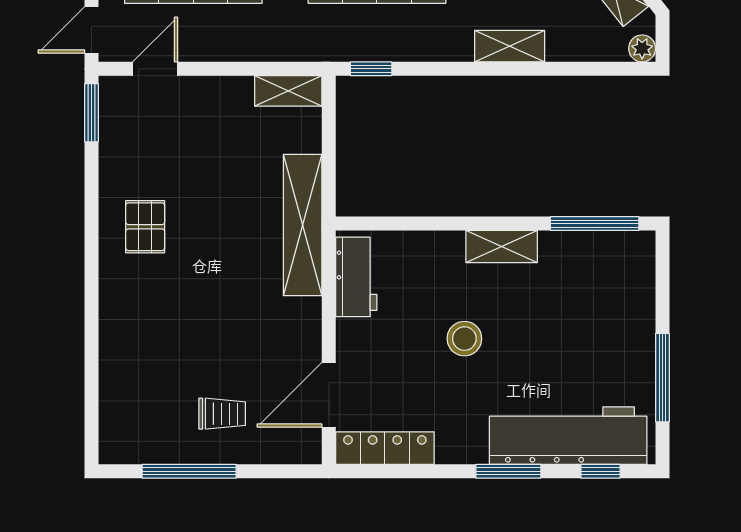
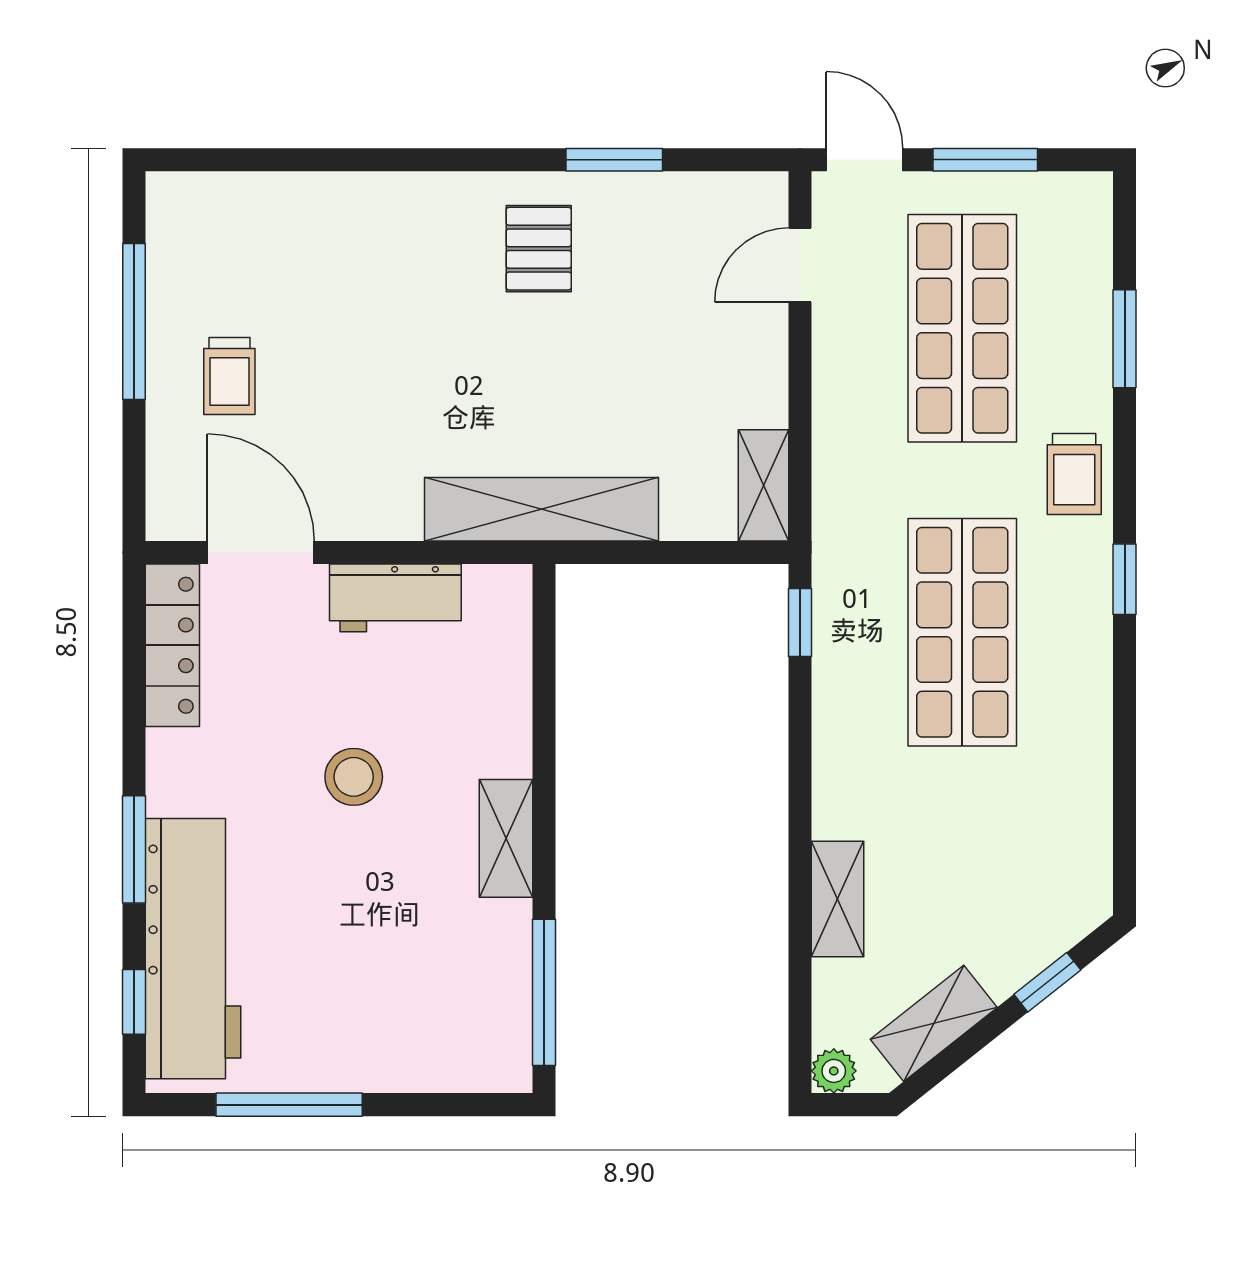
shelving: (510, 46) -> (837, 899), moved
door: (155, 69) -> (800, 265), swing flipped
window: (91, 113) -> (614, 160), moved
pallet: (145, 227) -> (539, 249), turned 90
workbench: (356, 277) -> (395, 598), moved

